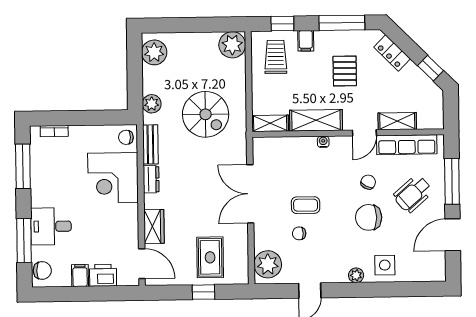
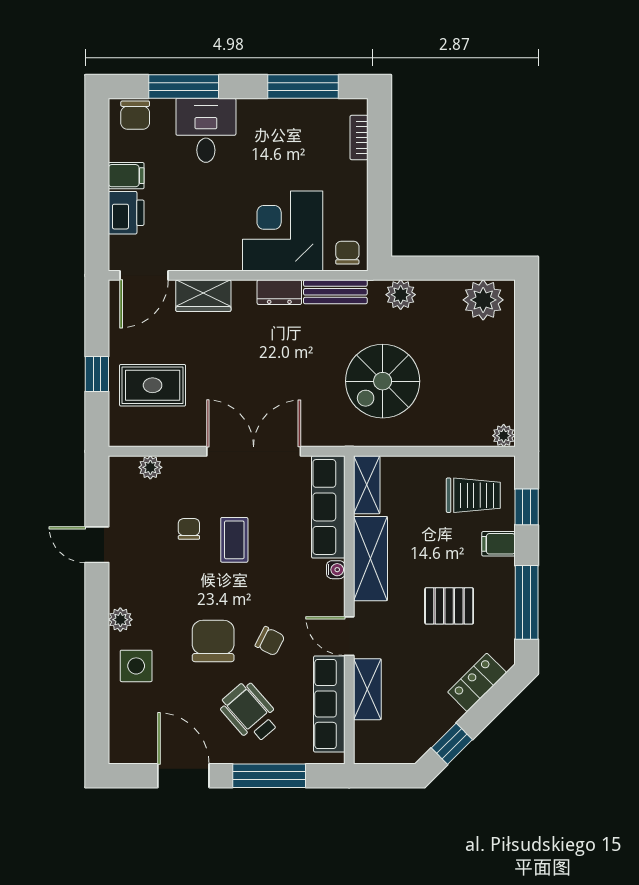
plant: (232, 45) -> (504, 436), width x0.53, depth x0.53
row of seats: (284, 147) -> (328, 507), added
plant: (268, 264) -> (150, 467), width x0.53, depth x0.53

